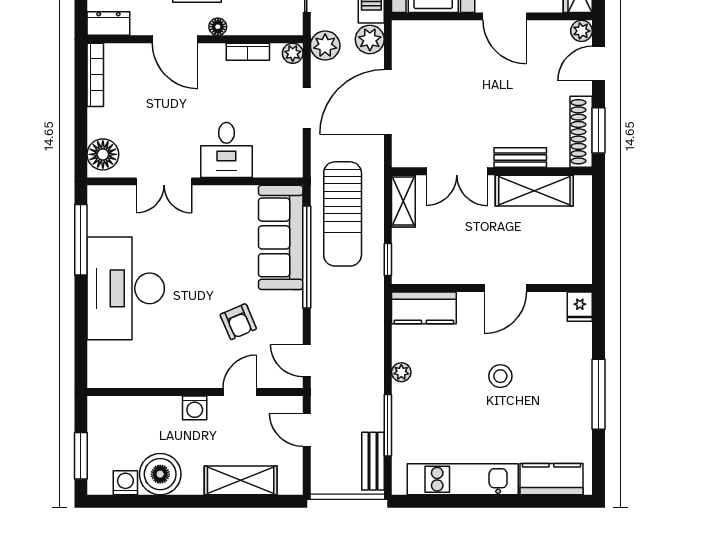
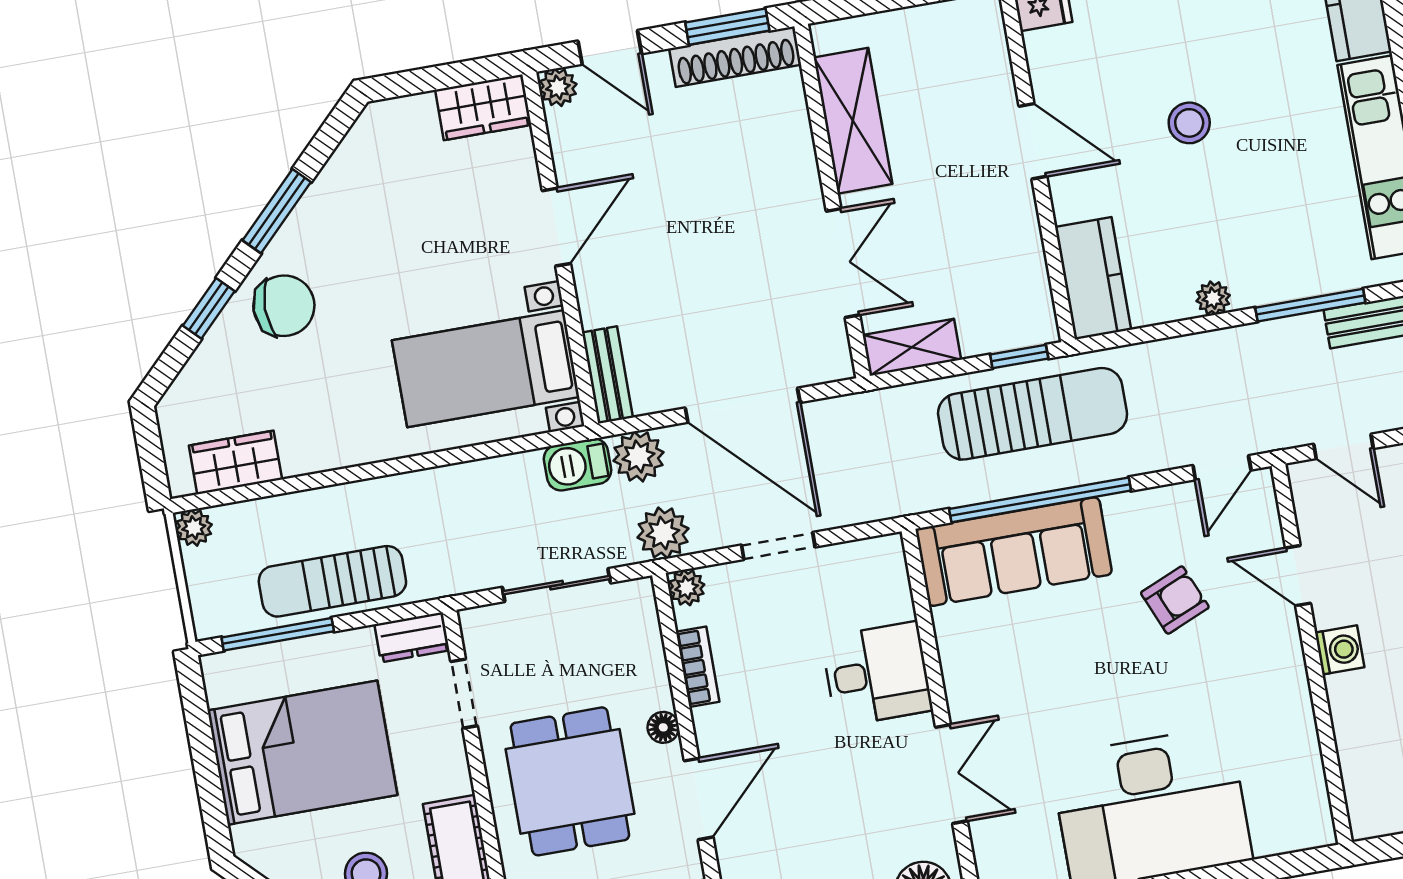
bench: (520, 157) -> (607, 375), moved
sun lounger: (343, 214) -> (1033, 414), moved
door: (307, 430) -> (1344, 446), hinge flipped

